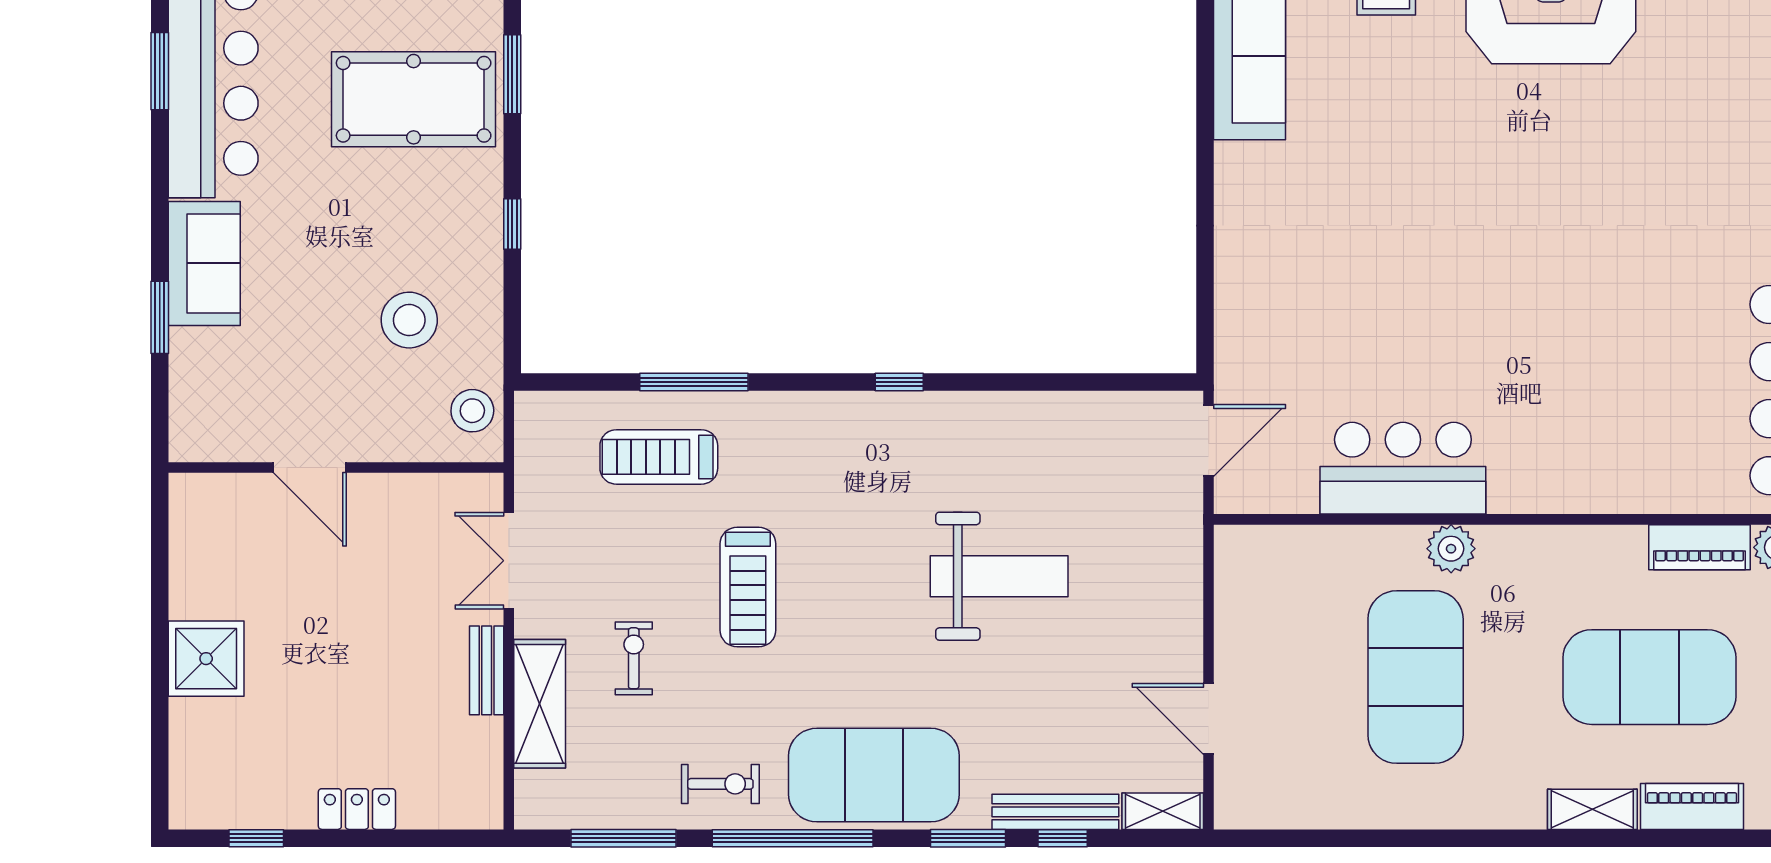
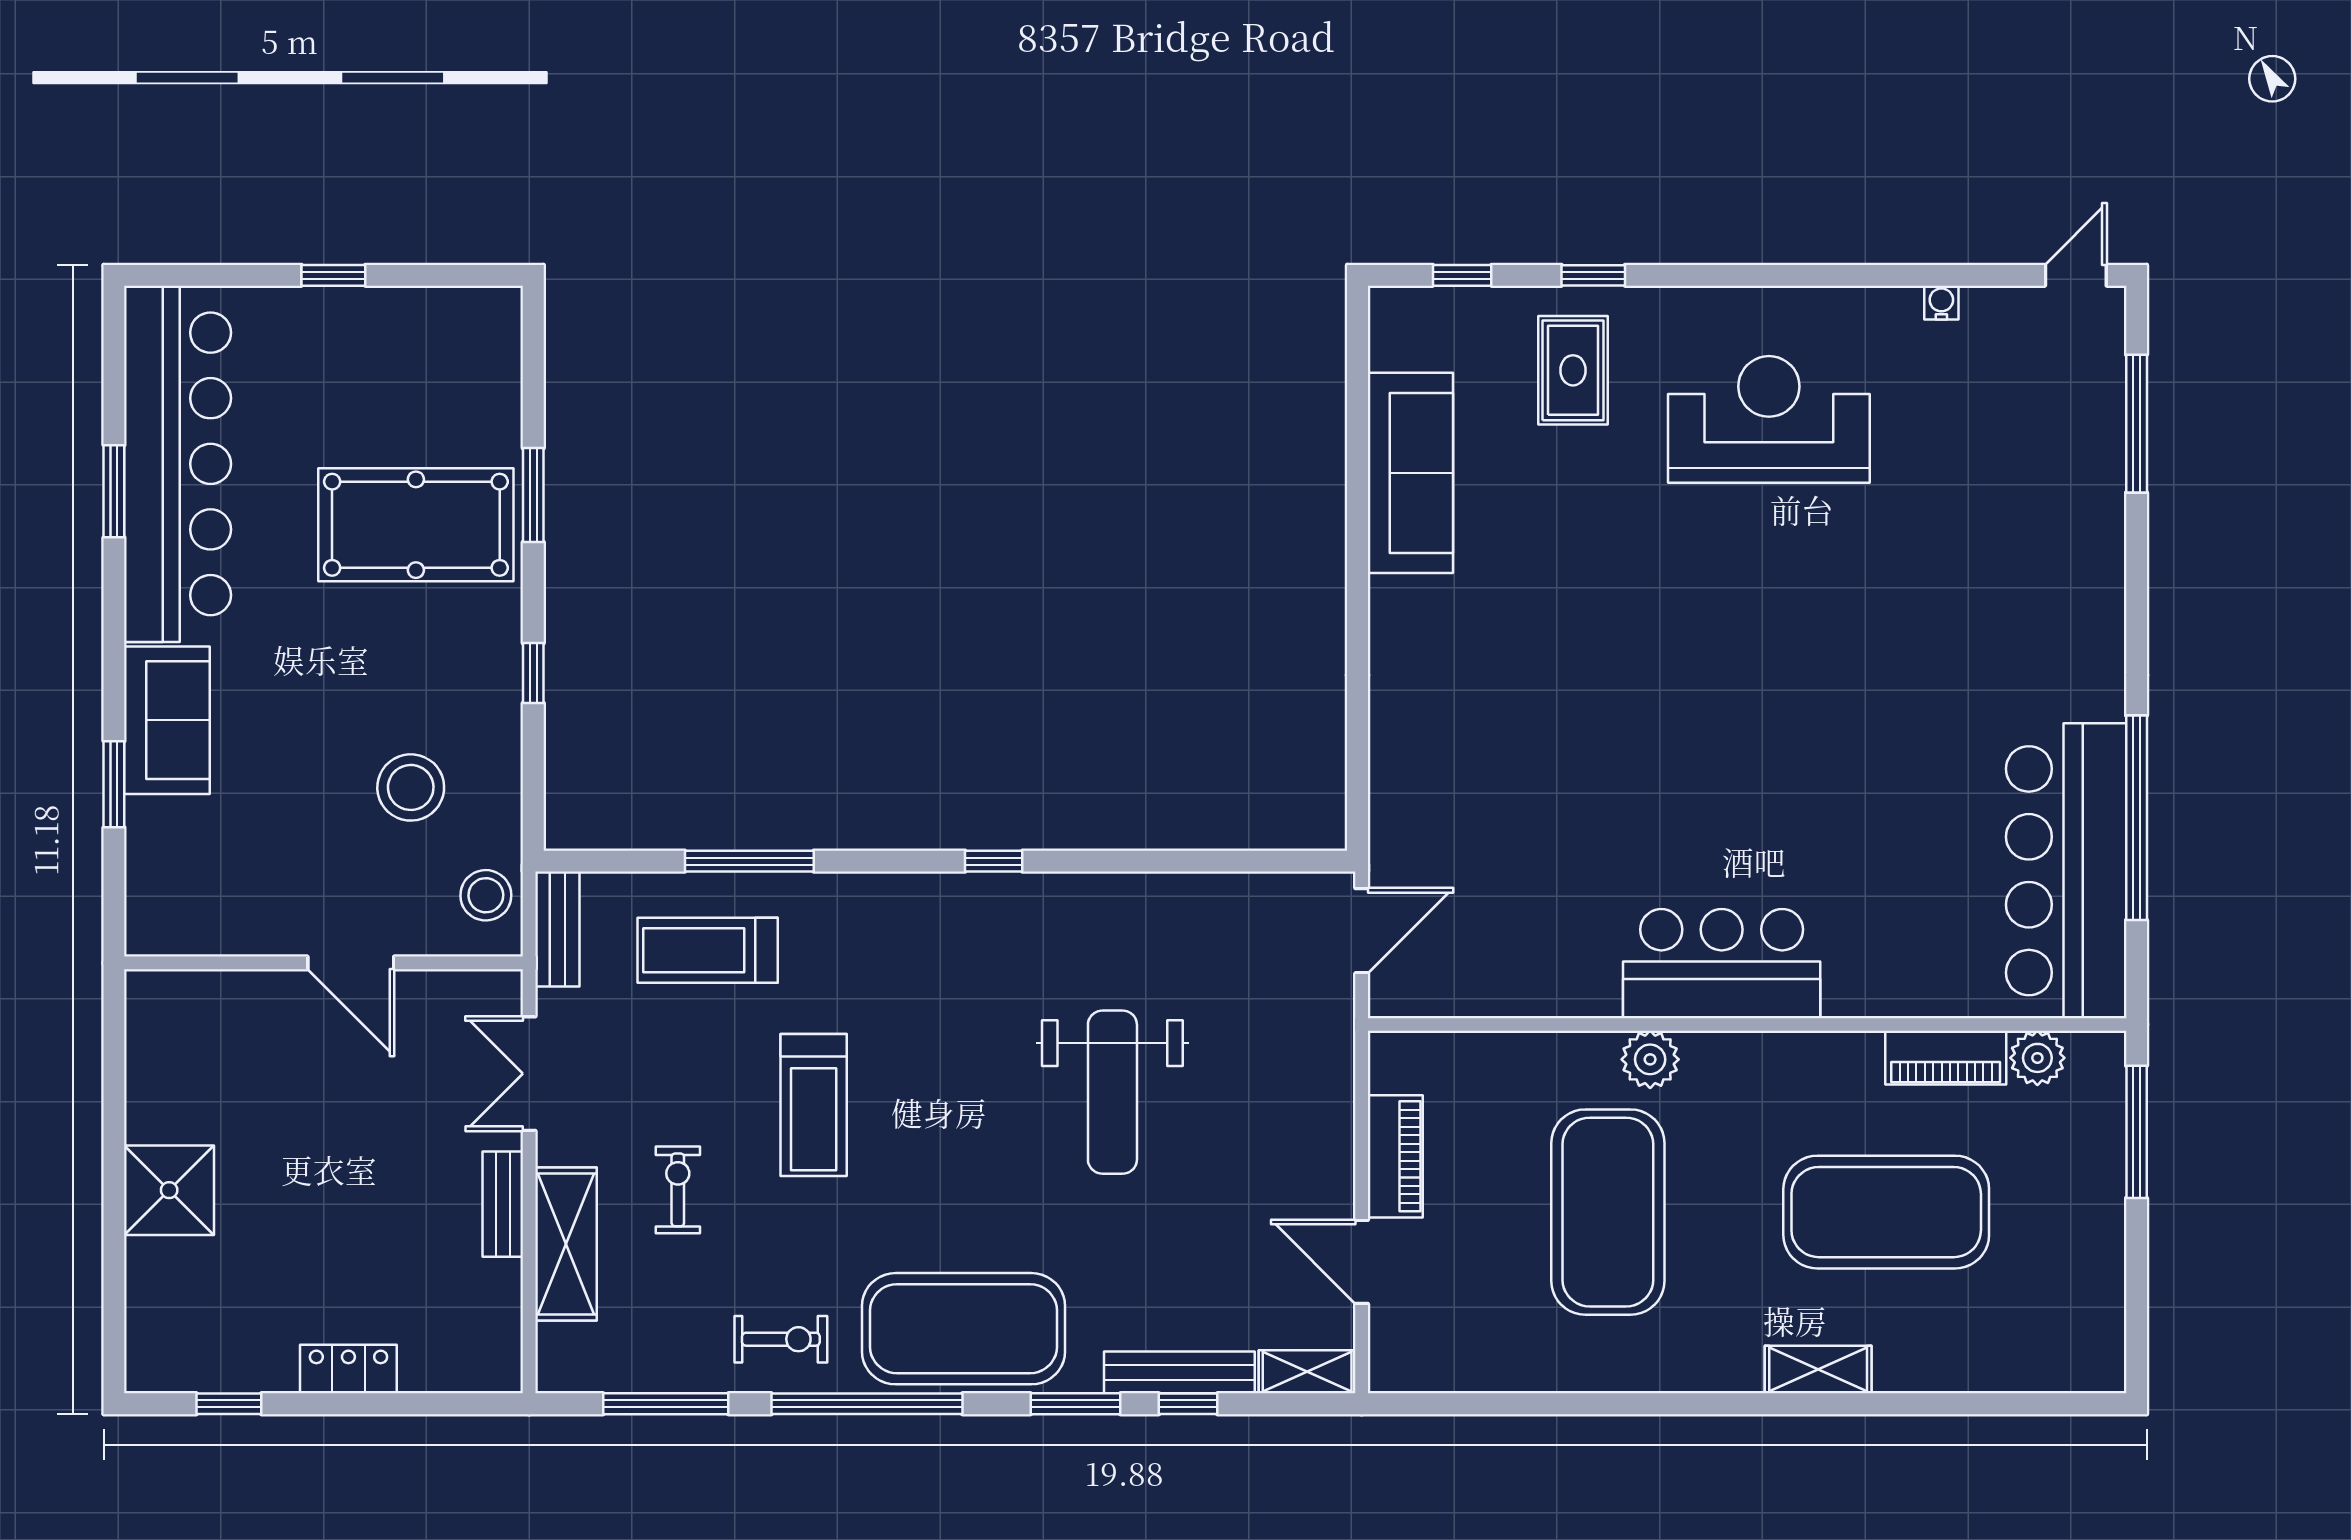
bench: (532, 439) -> (557, 929), added
door: (310, 468) -> (351, 963), moved
bar counter: (1403, 468) -> (1722, 964), moved
weight bench: (999, 576) -> (1112, 1092), turned 90
piano: (1692, 807) -> (1395, 1156), moved, turned 90

